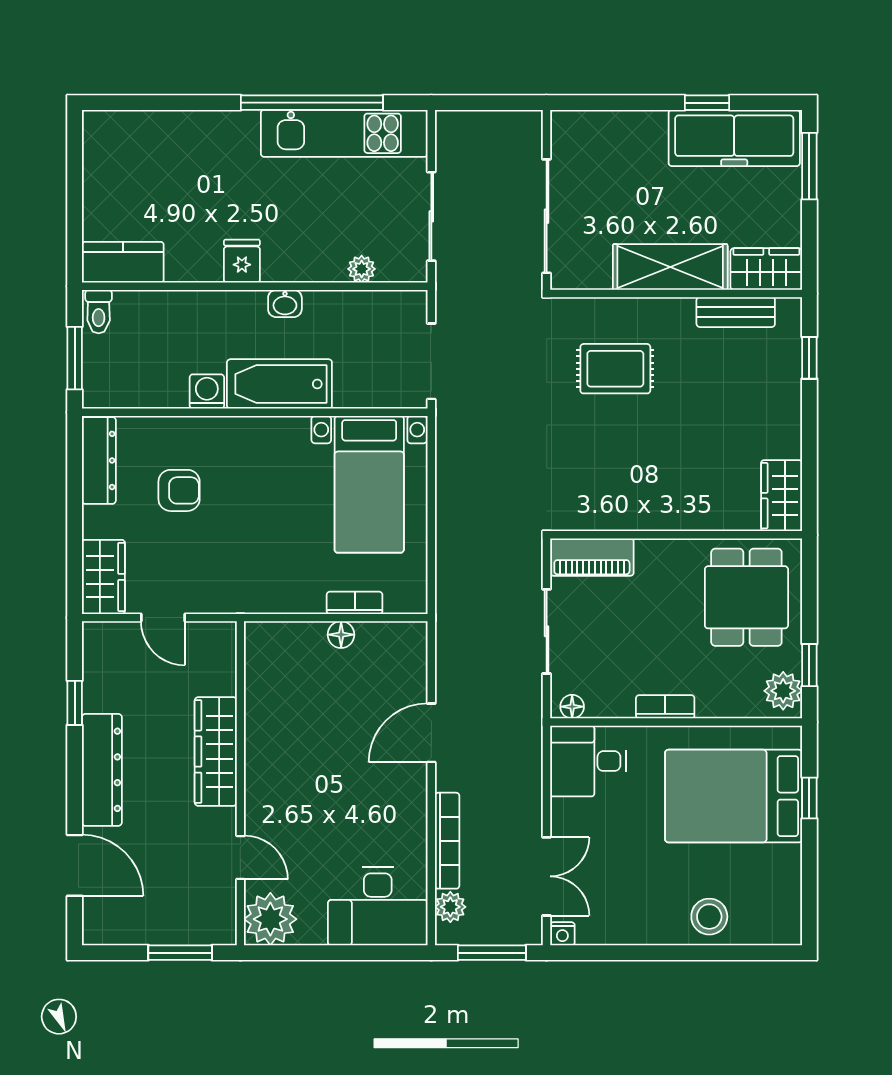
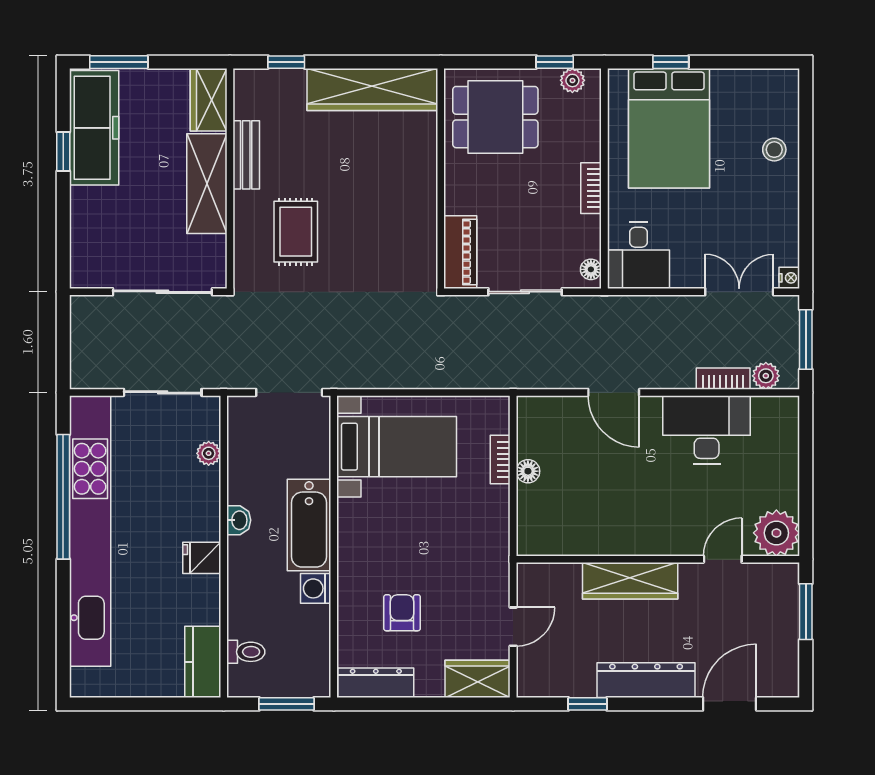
kitchen unit: (344, 133) -> (90, 531), width x1.86
toilet: (99, 312) -> (246, 652), moved
bench: (736, 312) -> (246, 155), moved
wardrobe: (782, 496) -> (372, 89), width x2.10, depth x1.17
plant: (783, 691) -> (572, 80), width x0.73, depth x0.73
bookcase: (447, 841) -> (723, 379), width x0.64
desk: (378, 906) -> (707, 430), moved, turned -90
stool: (709, 917) -> (774, 150), width x0.73, depth x0.73

